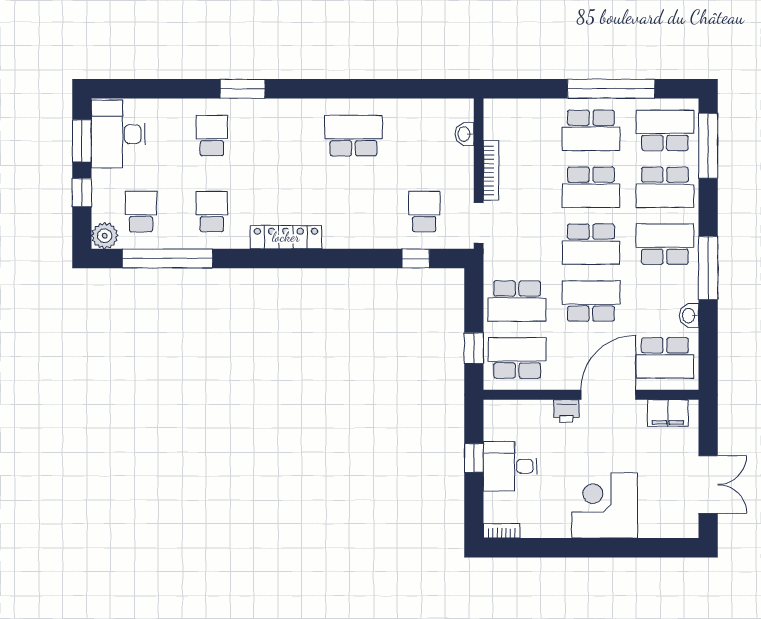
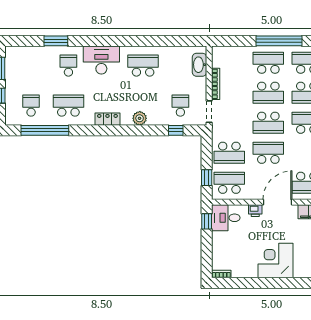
window: (242, 89) -> (56, 41), moved
school desk: (591, 130) -> (268, 63), turned 180
desk: (118, 134) -> (101, 60), moved, turned 90
washbasin: (465, 134) -> (199, 65), width x1.91, depth x1.45
school desk: (212, 212) -> (68, 106), width x1.85
plant: (105, 236) -> (140, 118), moved
locker: (286, 237) -> (107, 119), width x0.66
window: (474, 458) -> (207, 221), moved
desk: (510, 466) -> (226, 218), moved

